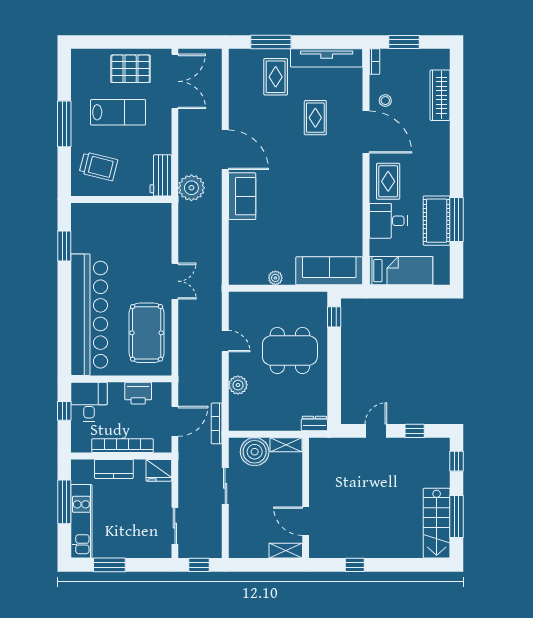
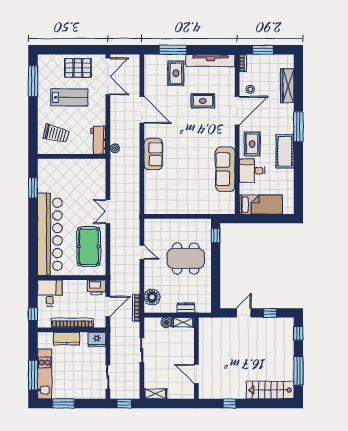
rug: (315, 118) -> (203, 101), turned 90
window: (64, 124) -> (33, 81), moved
door: (366, 132) -> (237, 111), hinge flipped
door: (225, 150) -> (142, 110), moved
plant: (191, 188) -> (115, 148), width x0.53, depth x0.53
window: (456, 219) -> (298, 127), moved
cot: (437, 221) -> (285, 151), moved
sofa: (329, 271) -> (225, 169), moved, turned -90
plant: (275, 278) -> (176, 209), removed
double door: (175, 281) -> (108, 212), swing flipped
plant: (238, 385) -> (151, 282), removed
printer: (138, 393) -> (97, 287), moved
floor lamp: (240, 408) -> (152, 297), added
window: (64, 411) -> (33, 314), moved
dresser: (314, 424) -> (186, 308), moved
boiler: (255, 452) -> (166, 322), width x0.54, depth x0.54
window: (64, 502) -> (33, 375), moved
stairs: (437, 523) -> (270, 390), moved, turned 90
shelving: (286, 551) -> (155, 394), moved

